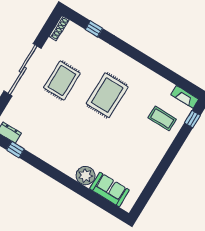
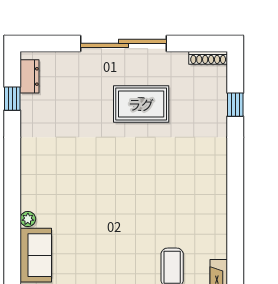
rug: (107, 95) -> (158, 176), removed
plant: (86, 176) -> (28, 219), width x0.53, depth x0.53

